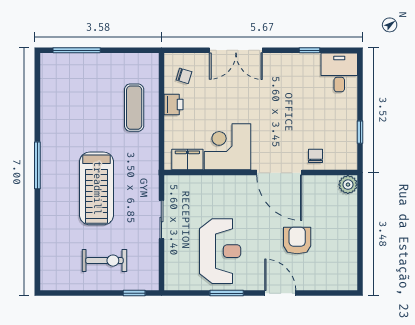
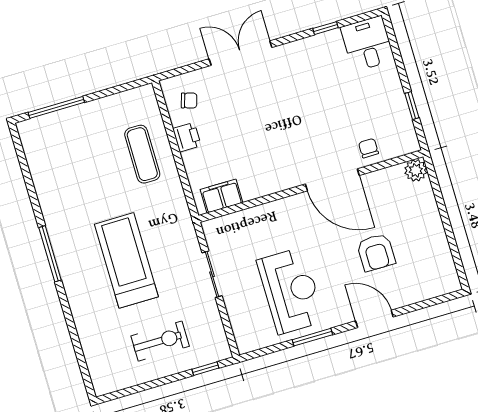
double door: (236, 50) -> (241, 53), swing flipped
corner desk: (227, 147) -> (264, 168), removed
treadmill: (97, 188) -> (126, 260), turned 180
armchair: (297, 241) -> (376, 252), turned 180

